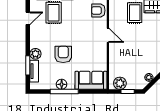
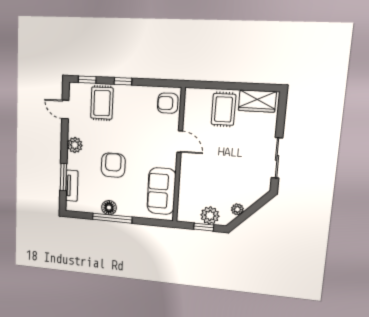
door: (28, 18) -> (65, 110), swing flipped
plant: (35, 54) -> (75, 145), moved
sofa: (91, 80) -> (161, 191), moved, turned -90
plant: (120, 83) -> (210, 215), moved

